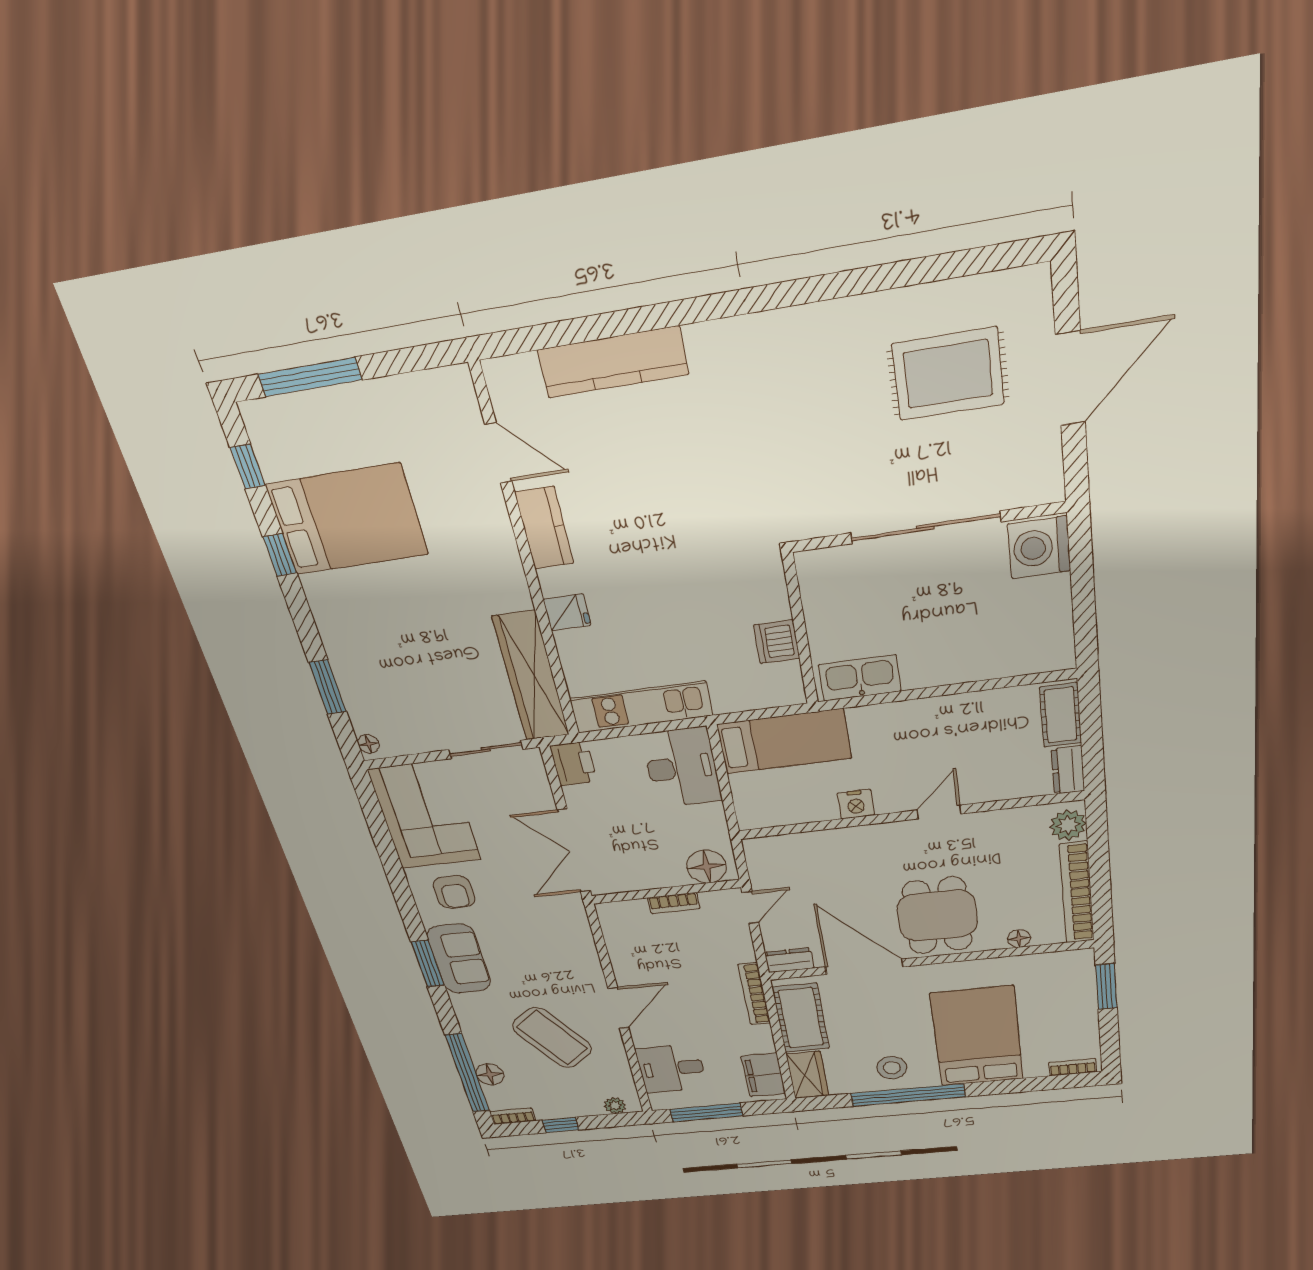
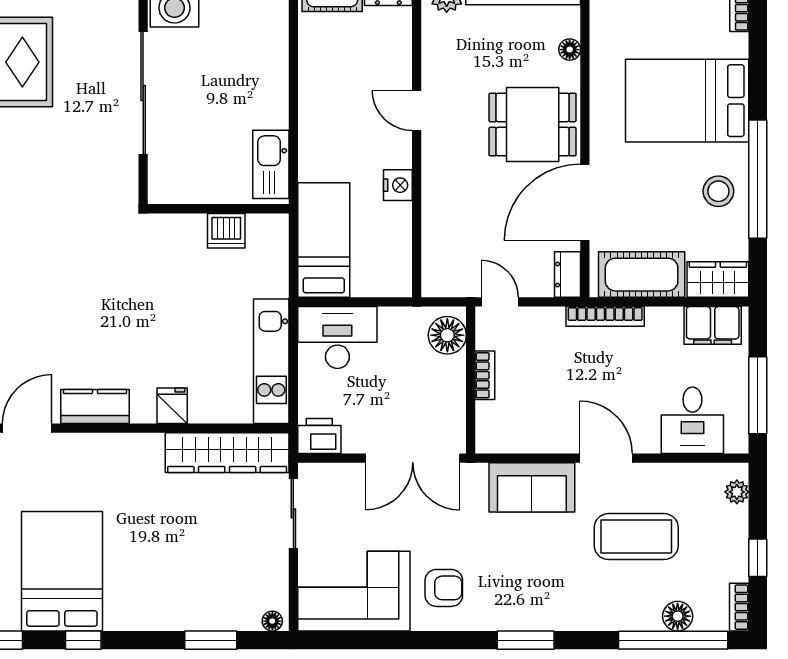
sofa: (459, 959) -> (532, 487), moved, turned 180
coffee table: (552, 1038) -> (636, 537), turned 36

